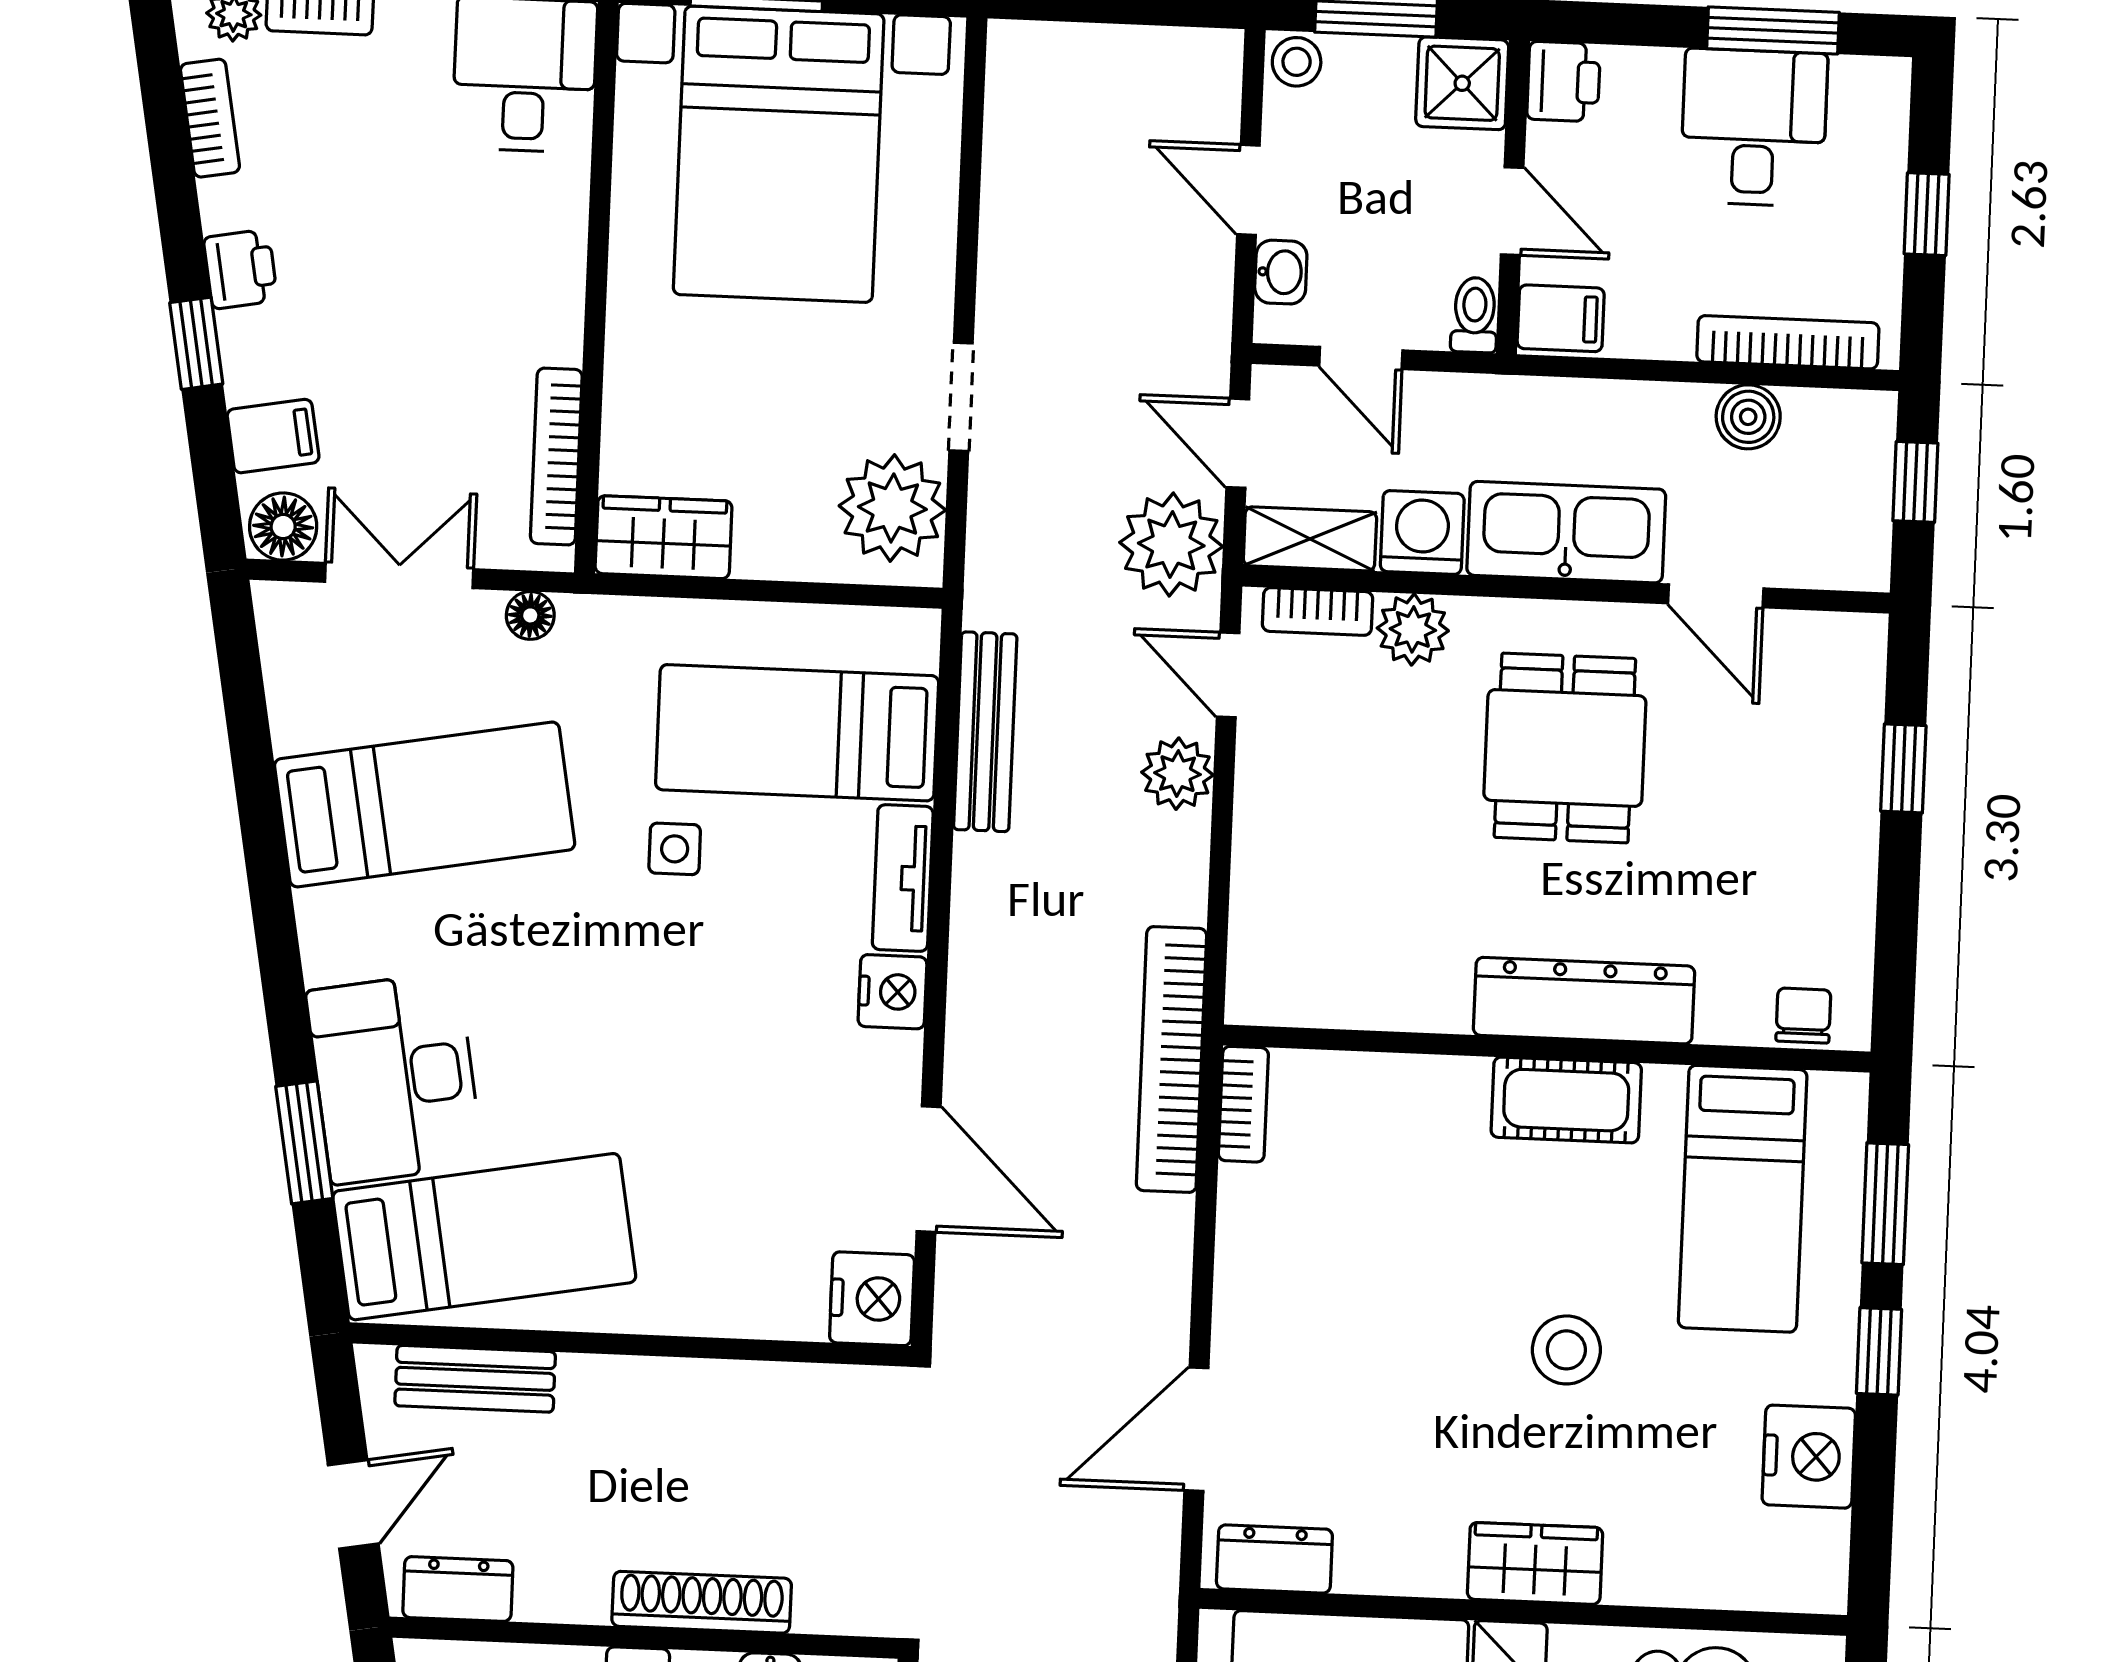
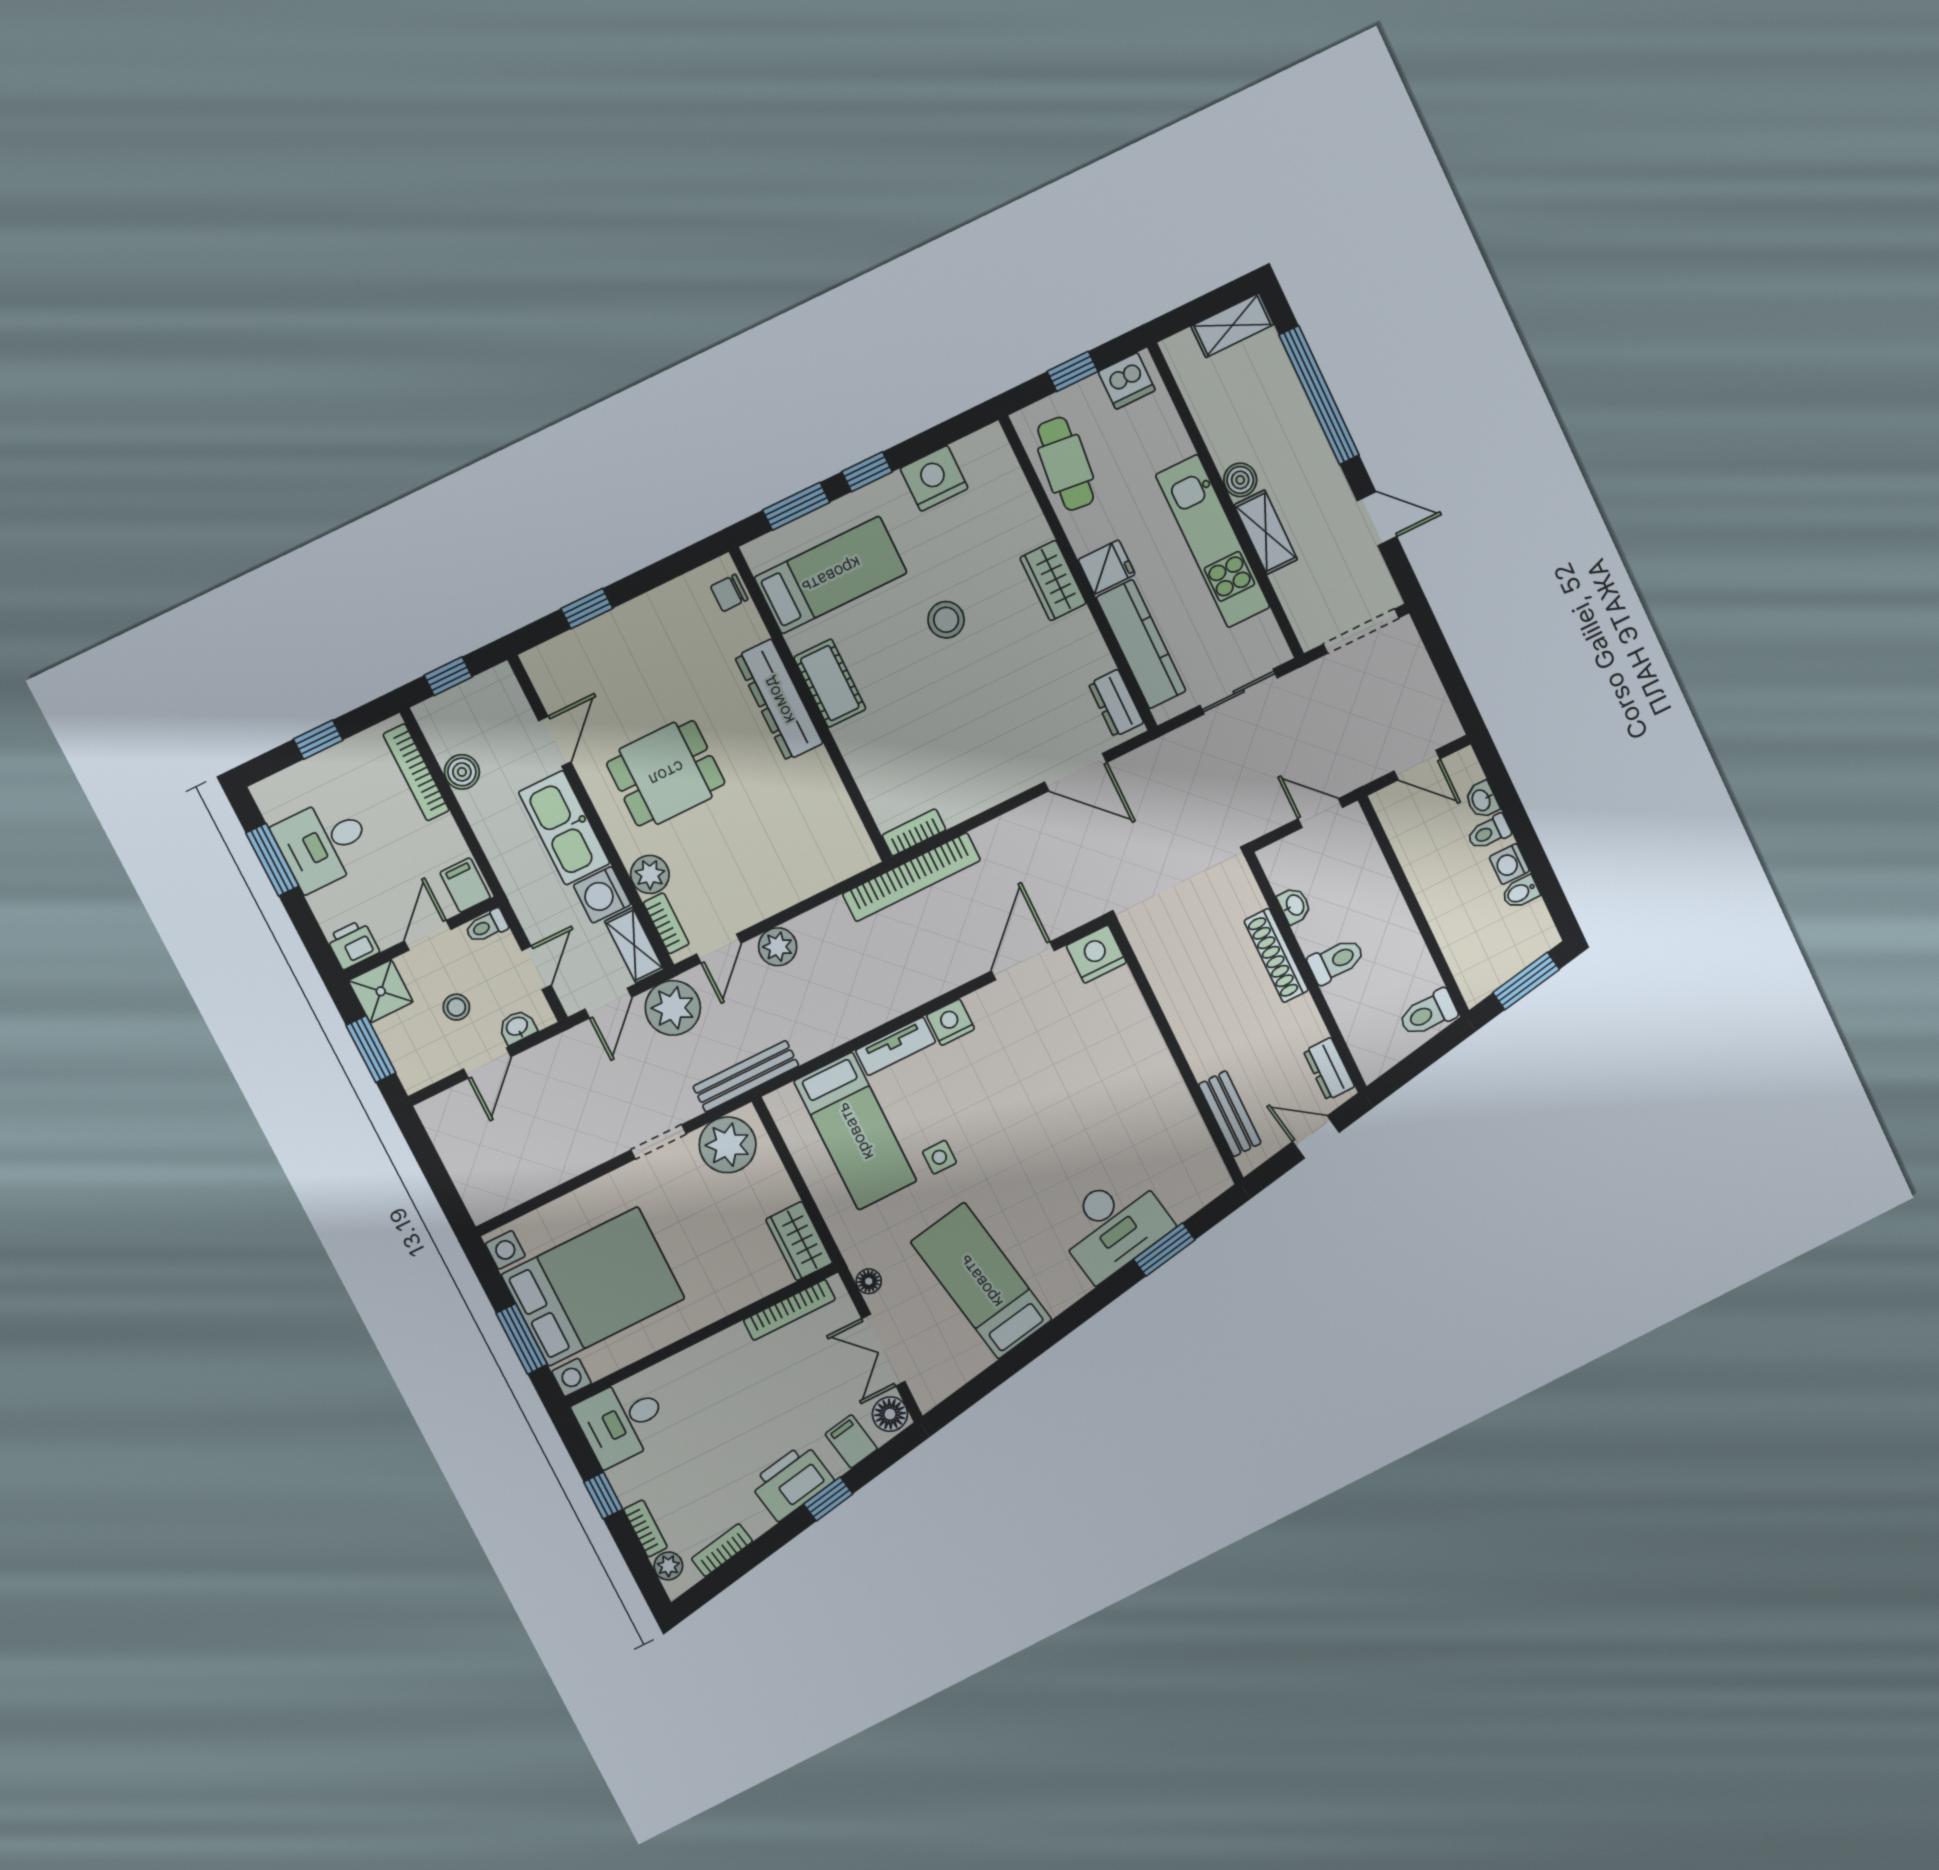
stool: (1297, 62) -> (456, 1007), moved
printer: (241, 269) -> (792, 1482), width x1.87, depth x1.48
bench: (985, 732) -> (746, 1076), moved
bed: (484, 1237) -> (1163, 1145), removed

